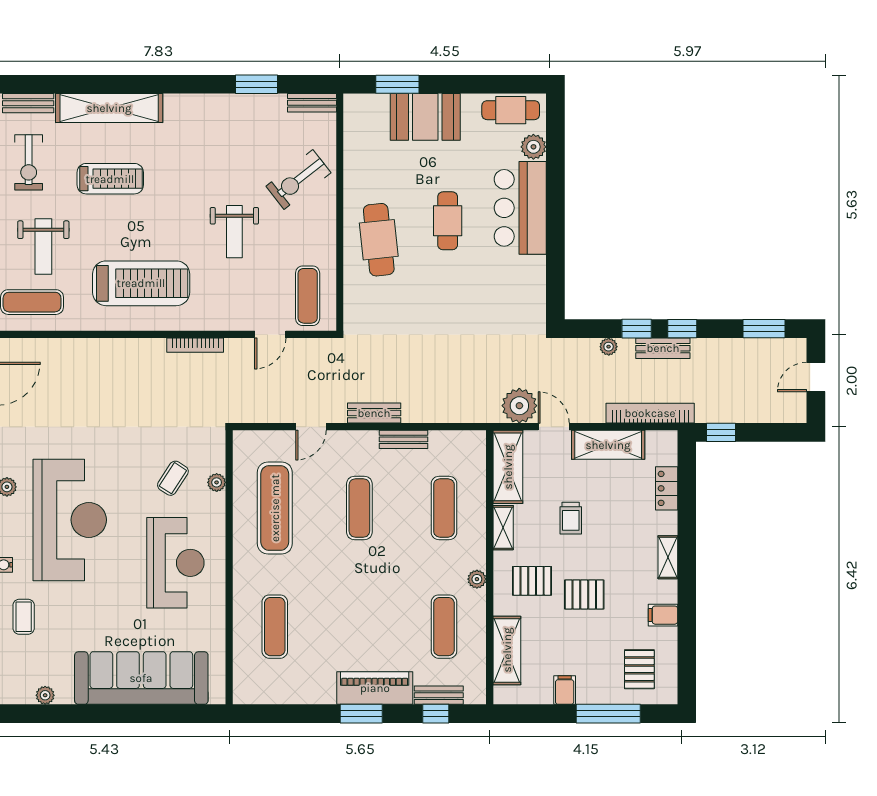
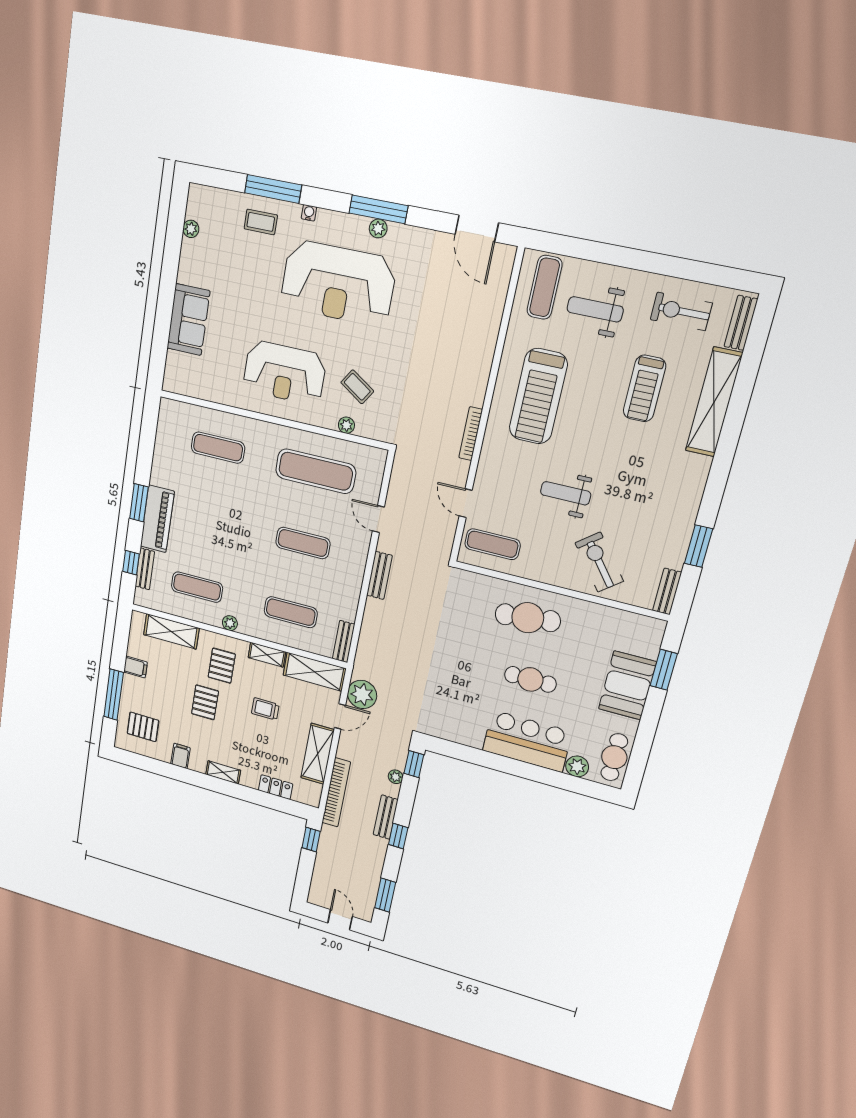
window: (637, 329) -> (414, 764), moved
bench: (404, 439) -> (344, 642), moved
sofa: (141, 678) -> (188, 320), width x0.54, depth x0.79

